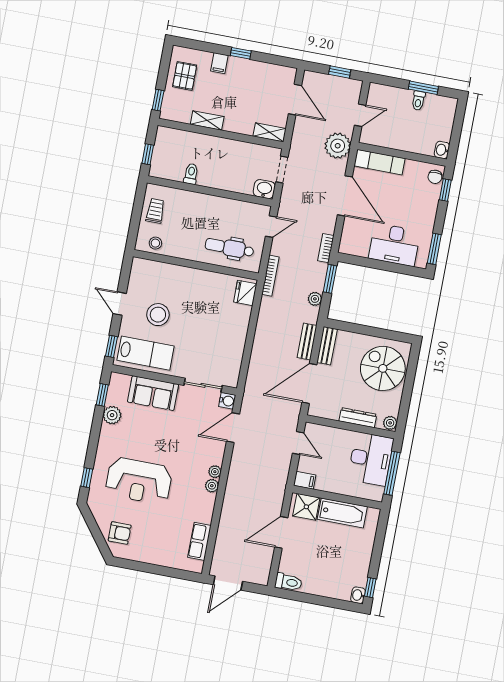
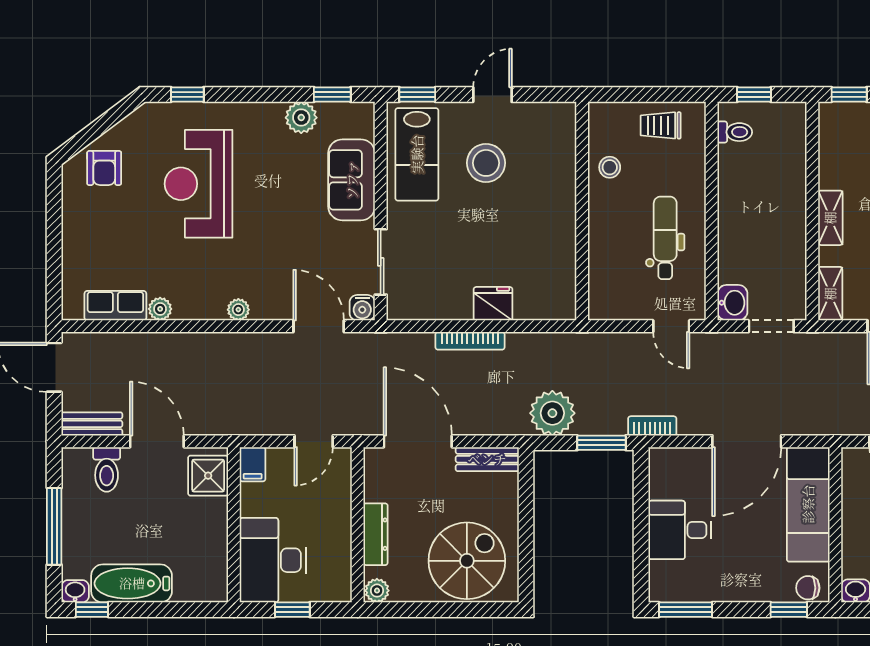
shelving: (207, 120) -> (830, 218), moved
plant: (338, 146) -> (829, 413), removed
exam couch: (379, 162) -> (808, 504), width x1.36, depth x1.45
toilet: (191, 174) -> (735, 132), moved
trolley: (155, 211) -> (661, 125), turned 180
stool: (155, 243) -> (610, 167), moved
desk: (394, 245) -> (680, 530), width x0.73
dental chair: (229, 248) -> (665, 238), moved
bookcase: (270, 276) -> (470, 341), moved
fridge: (245, 293) -> (493, 304), moved
plant: (315, 299) -> (552, 413), width x1.88, depth x1.88
bench: (307, 342) -> (92, 424), moved
desk: (371, 459) -> (273, 560), moved, turned 90
window: (392, 473) -> (292, 610), width x0.46
plant: (212, 486) -> (160, 309), moved
bathtub: (342, 513) -> (132, 583), moved, turned 90
toilet: (288, 582) -> (107, 469), moved
window: (319, 600) -> (54, 526), added

